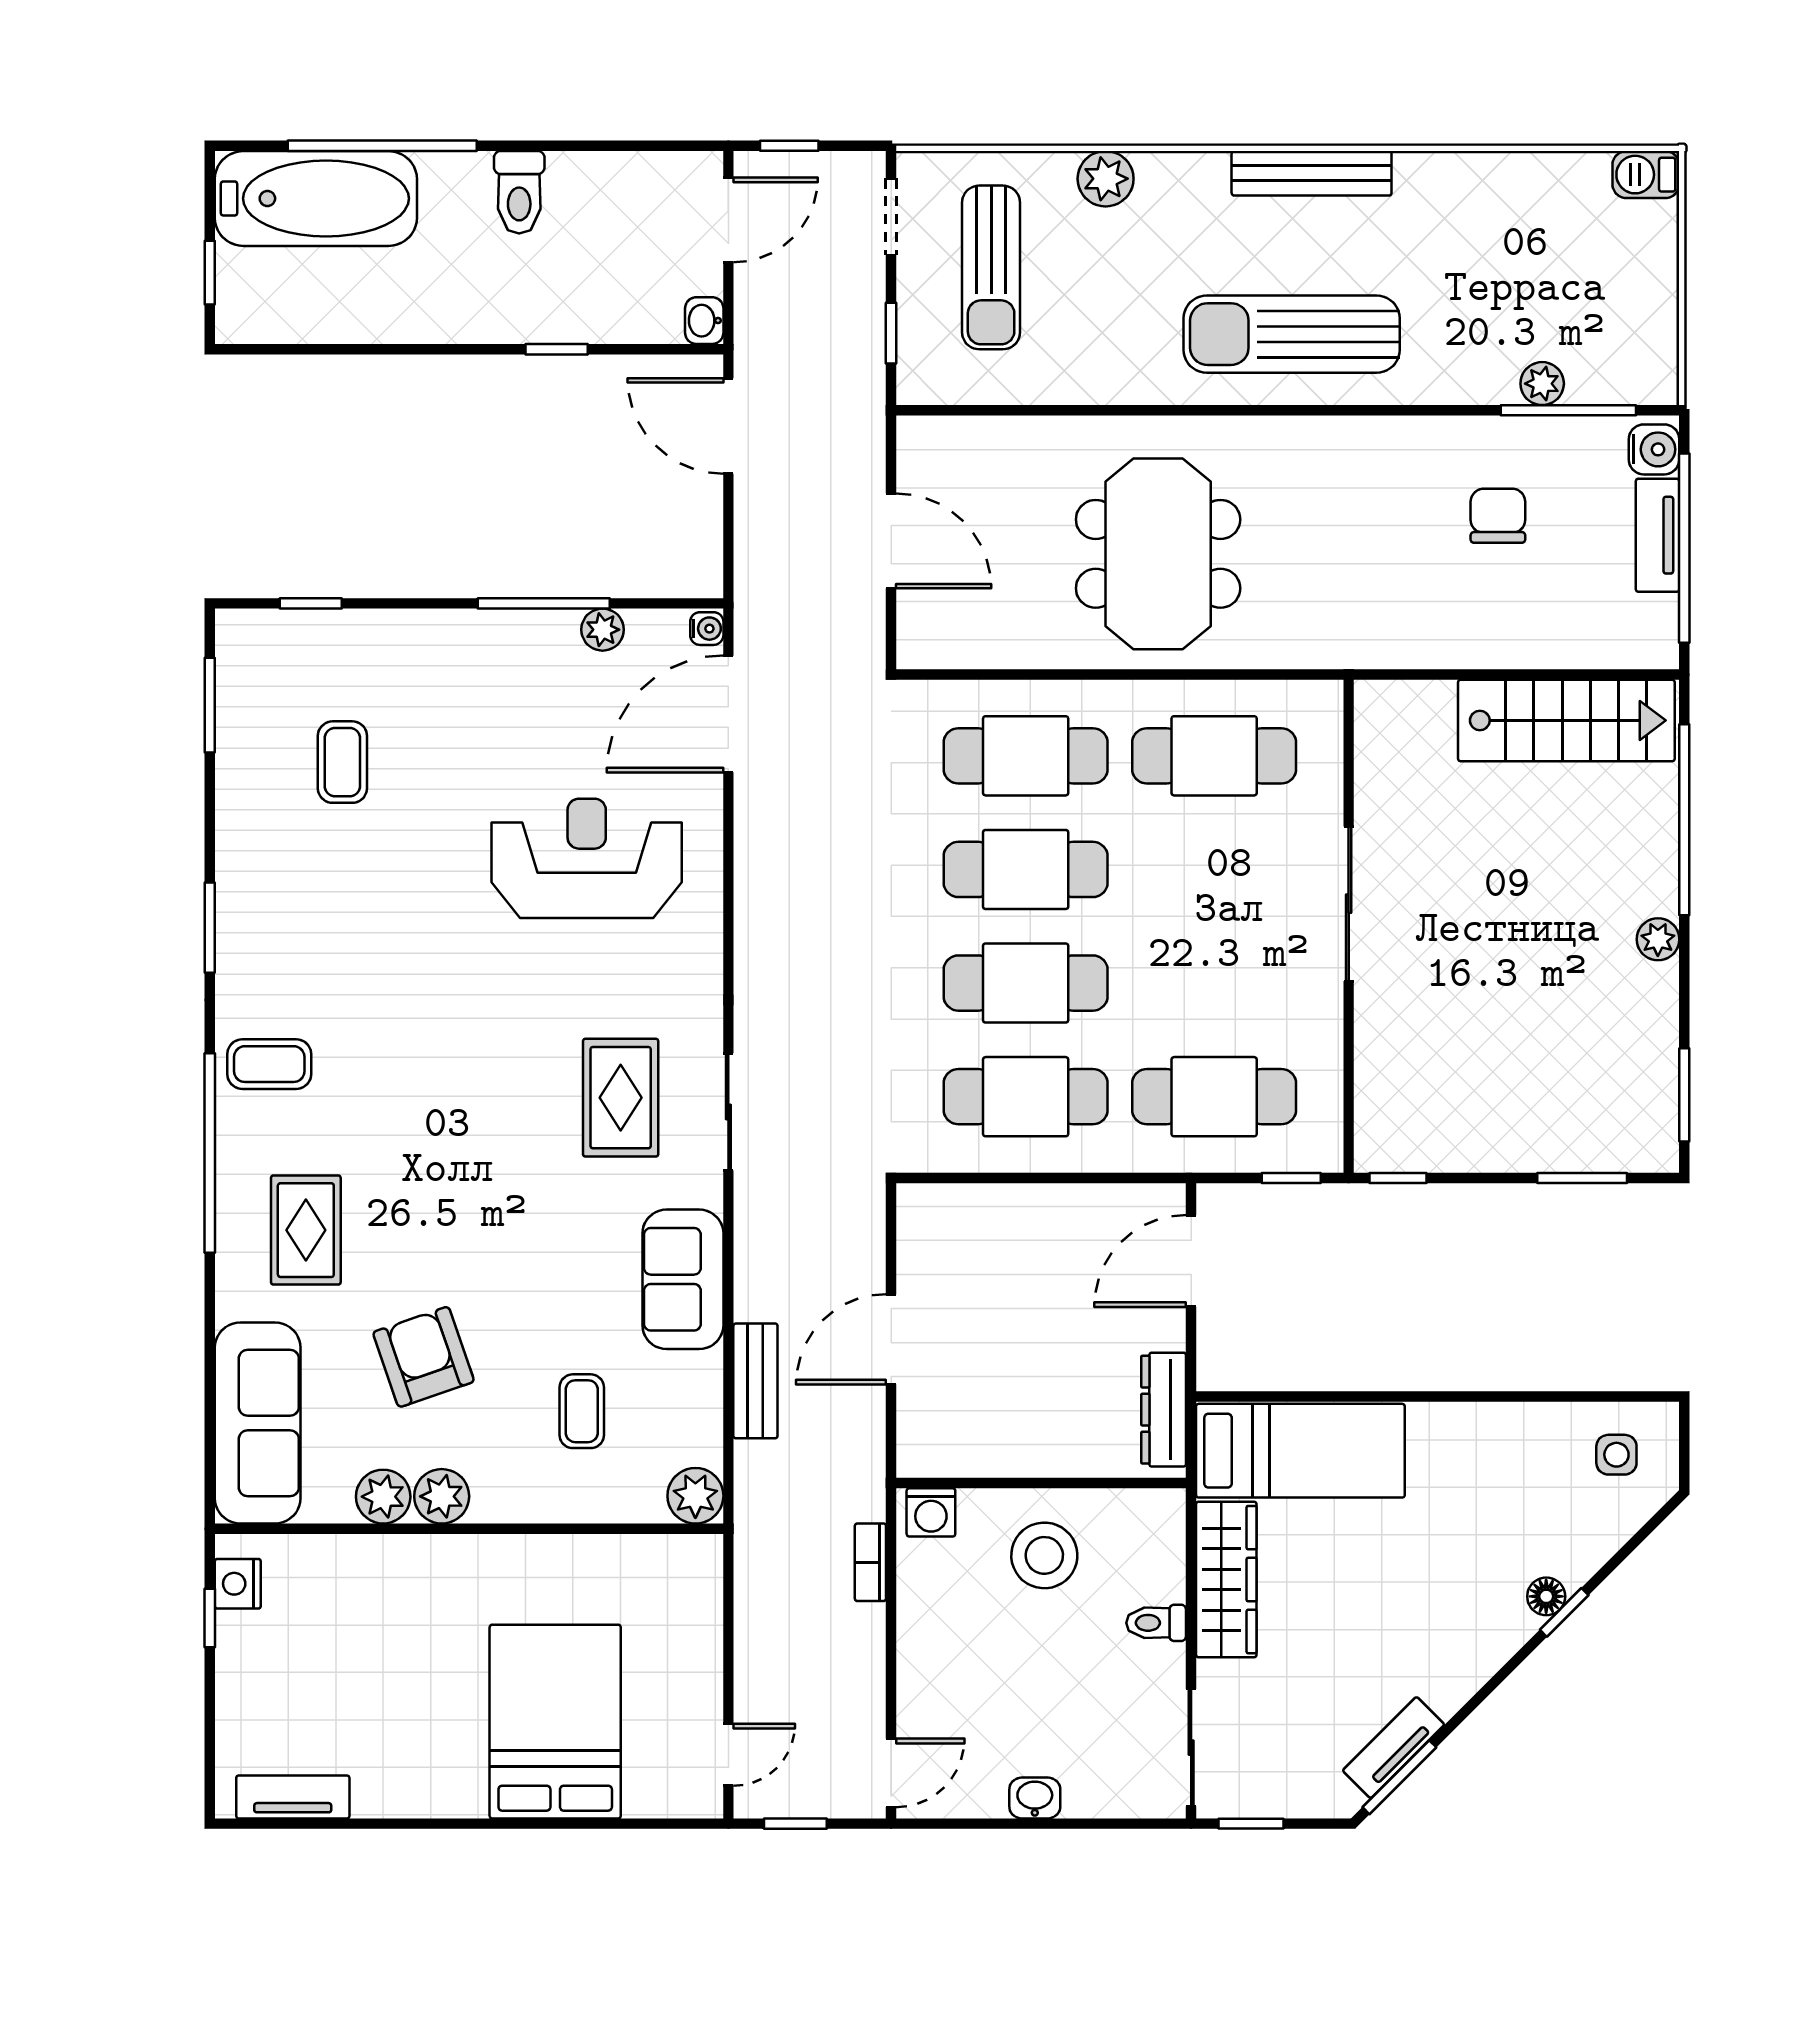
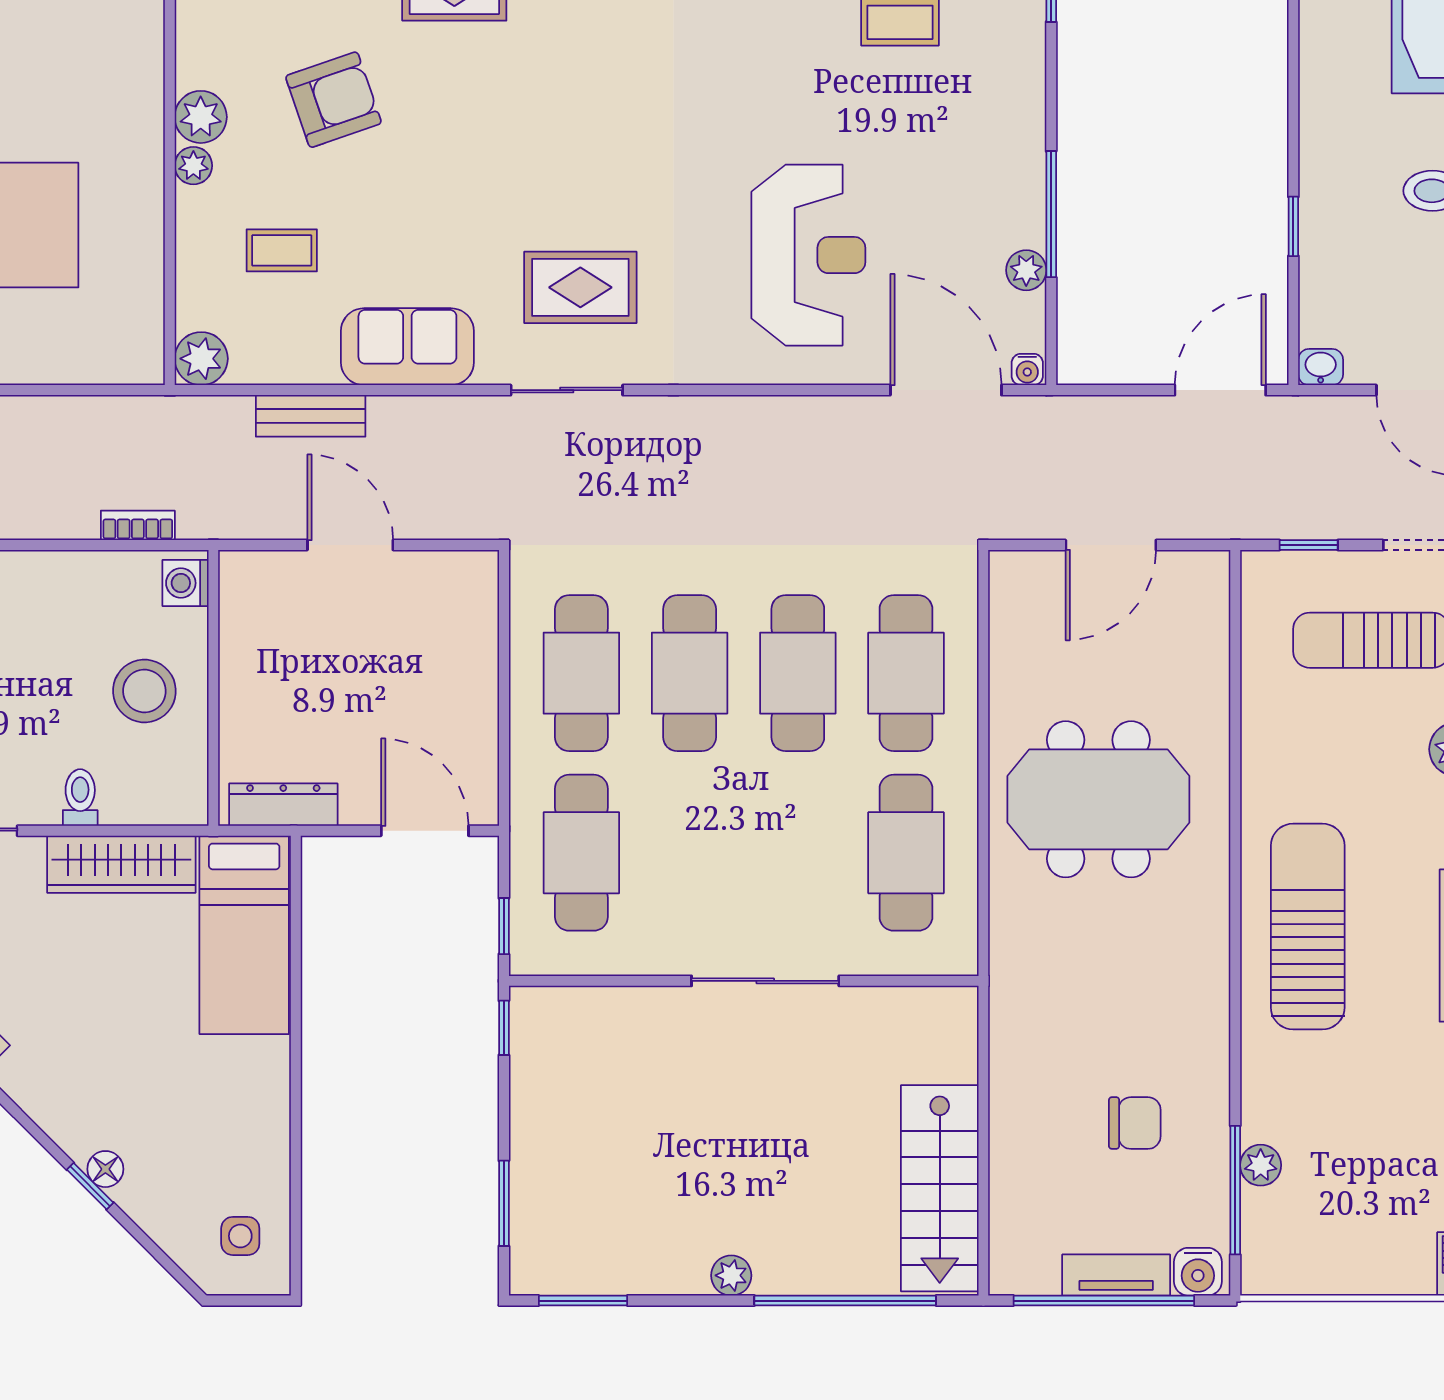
plant: (383, 1497) -> (193, 166), moved, width x0.73, depth x0.73

